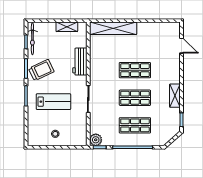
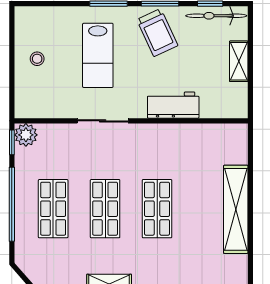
shelving: (67, 27) -> (239, 61), moved
shelving: (113, 28) -> (236, 209), moved

